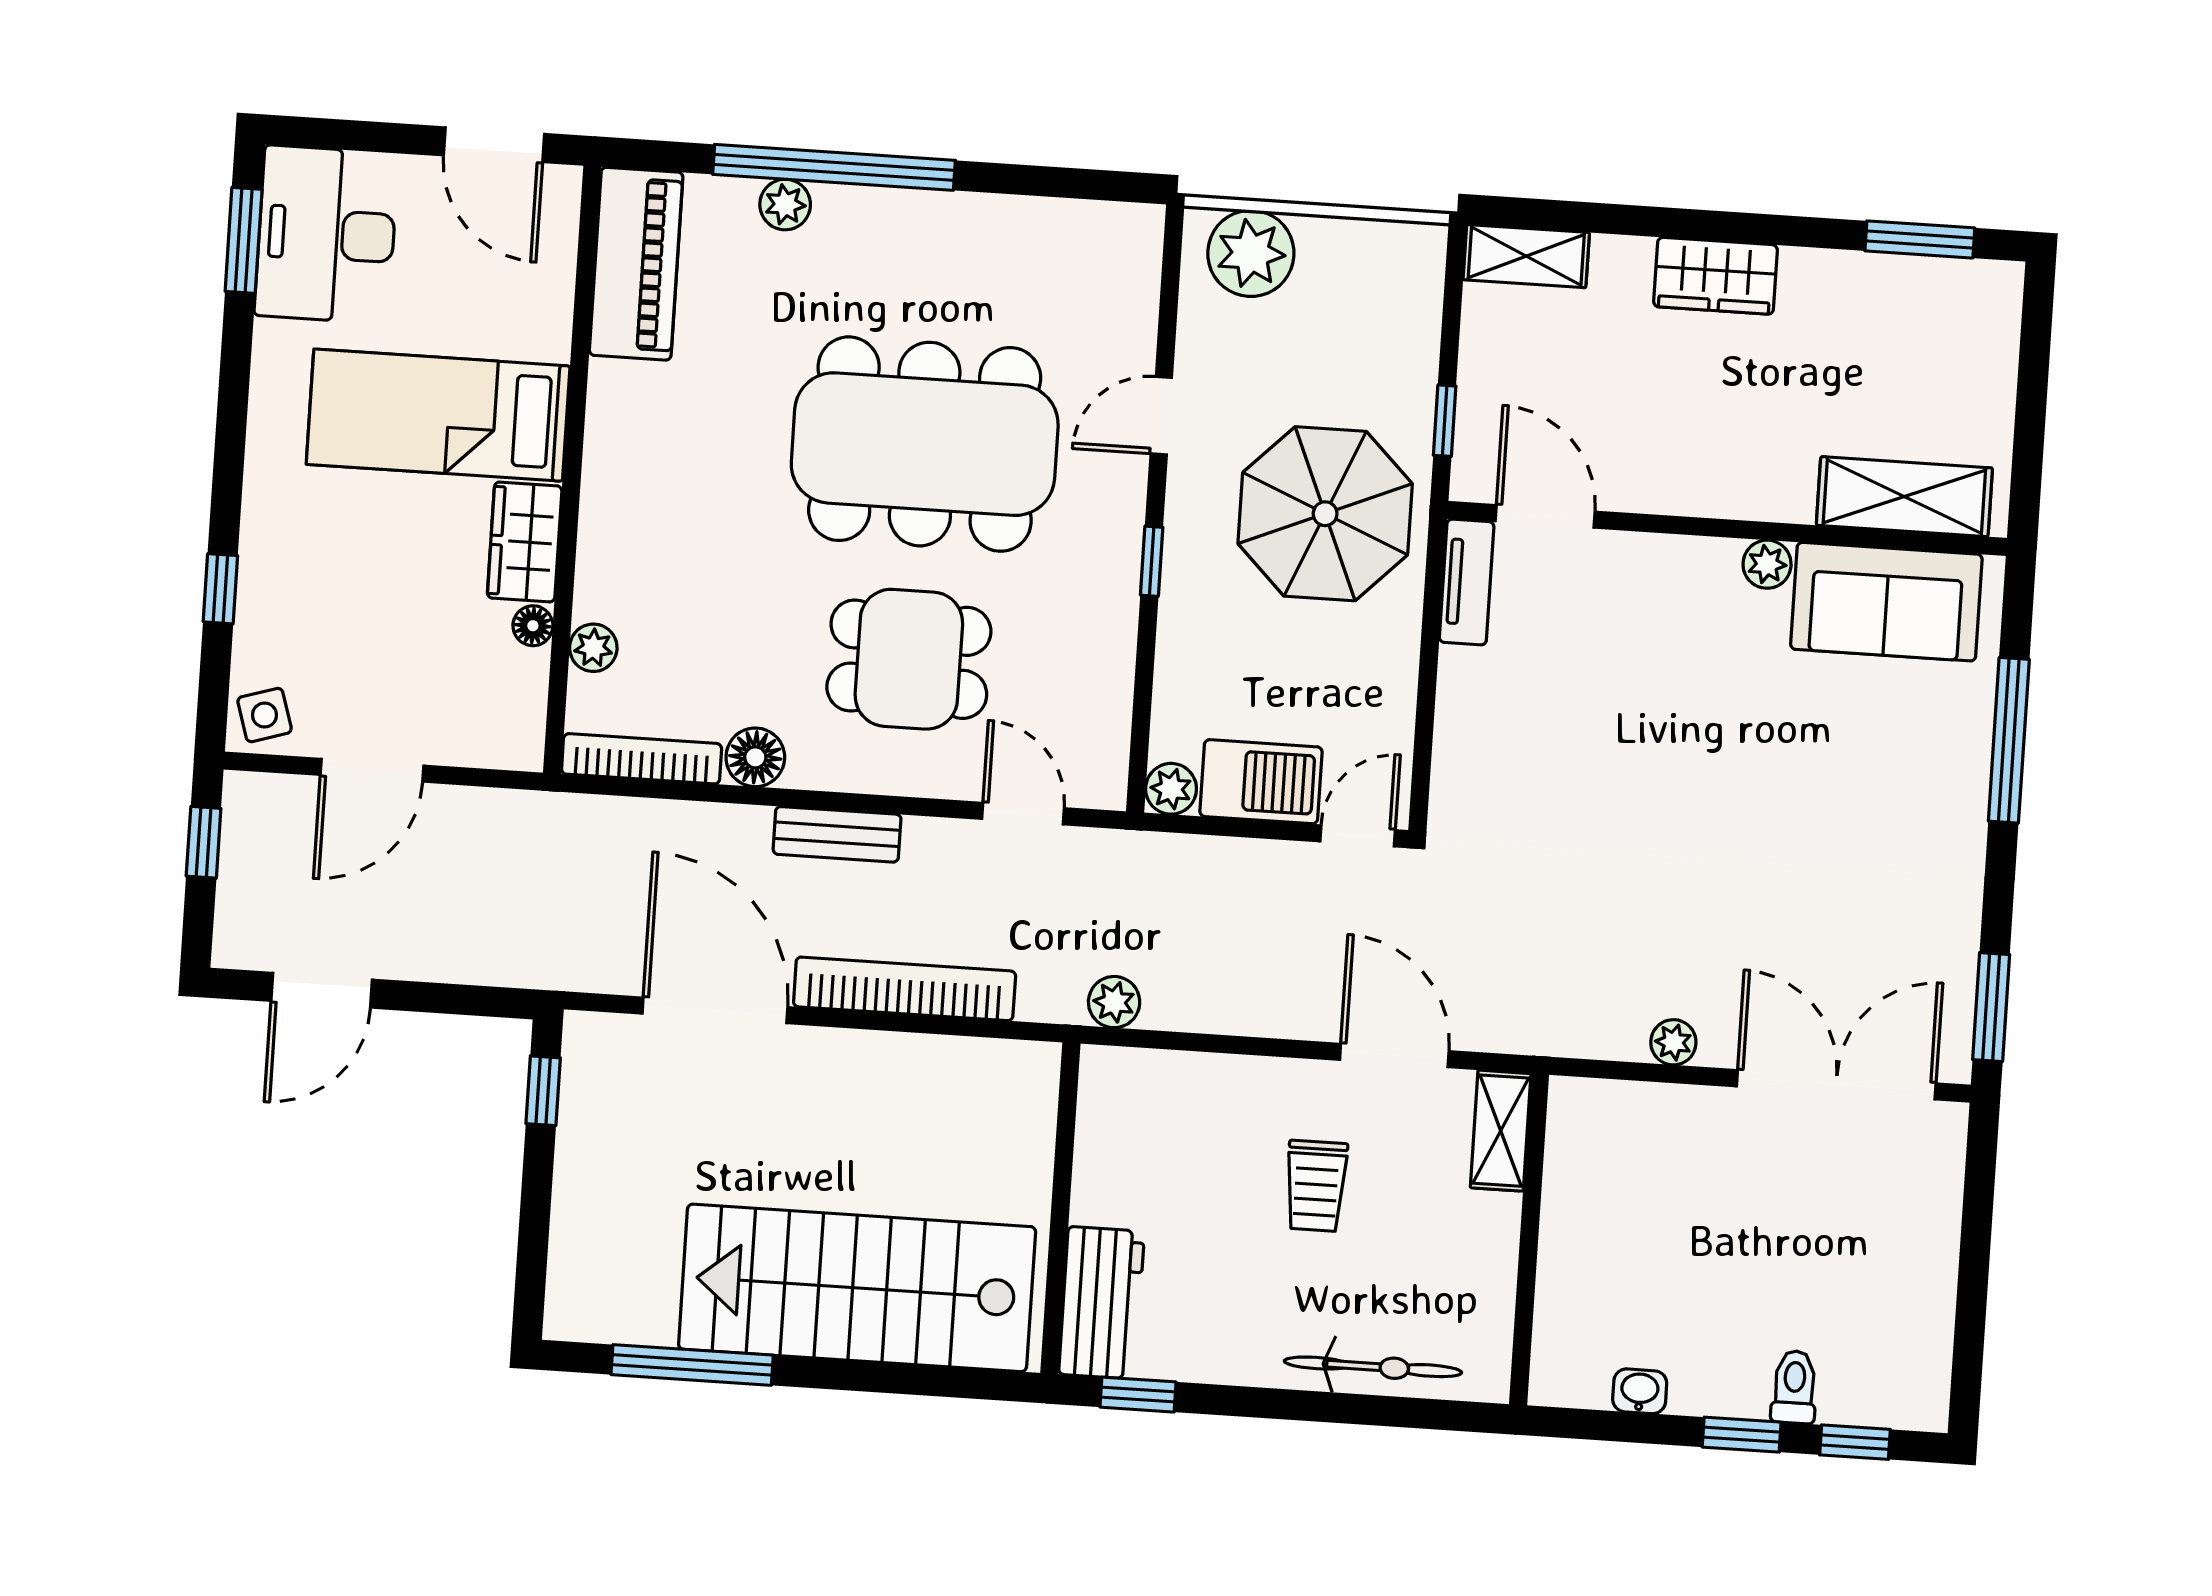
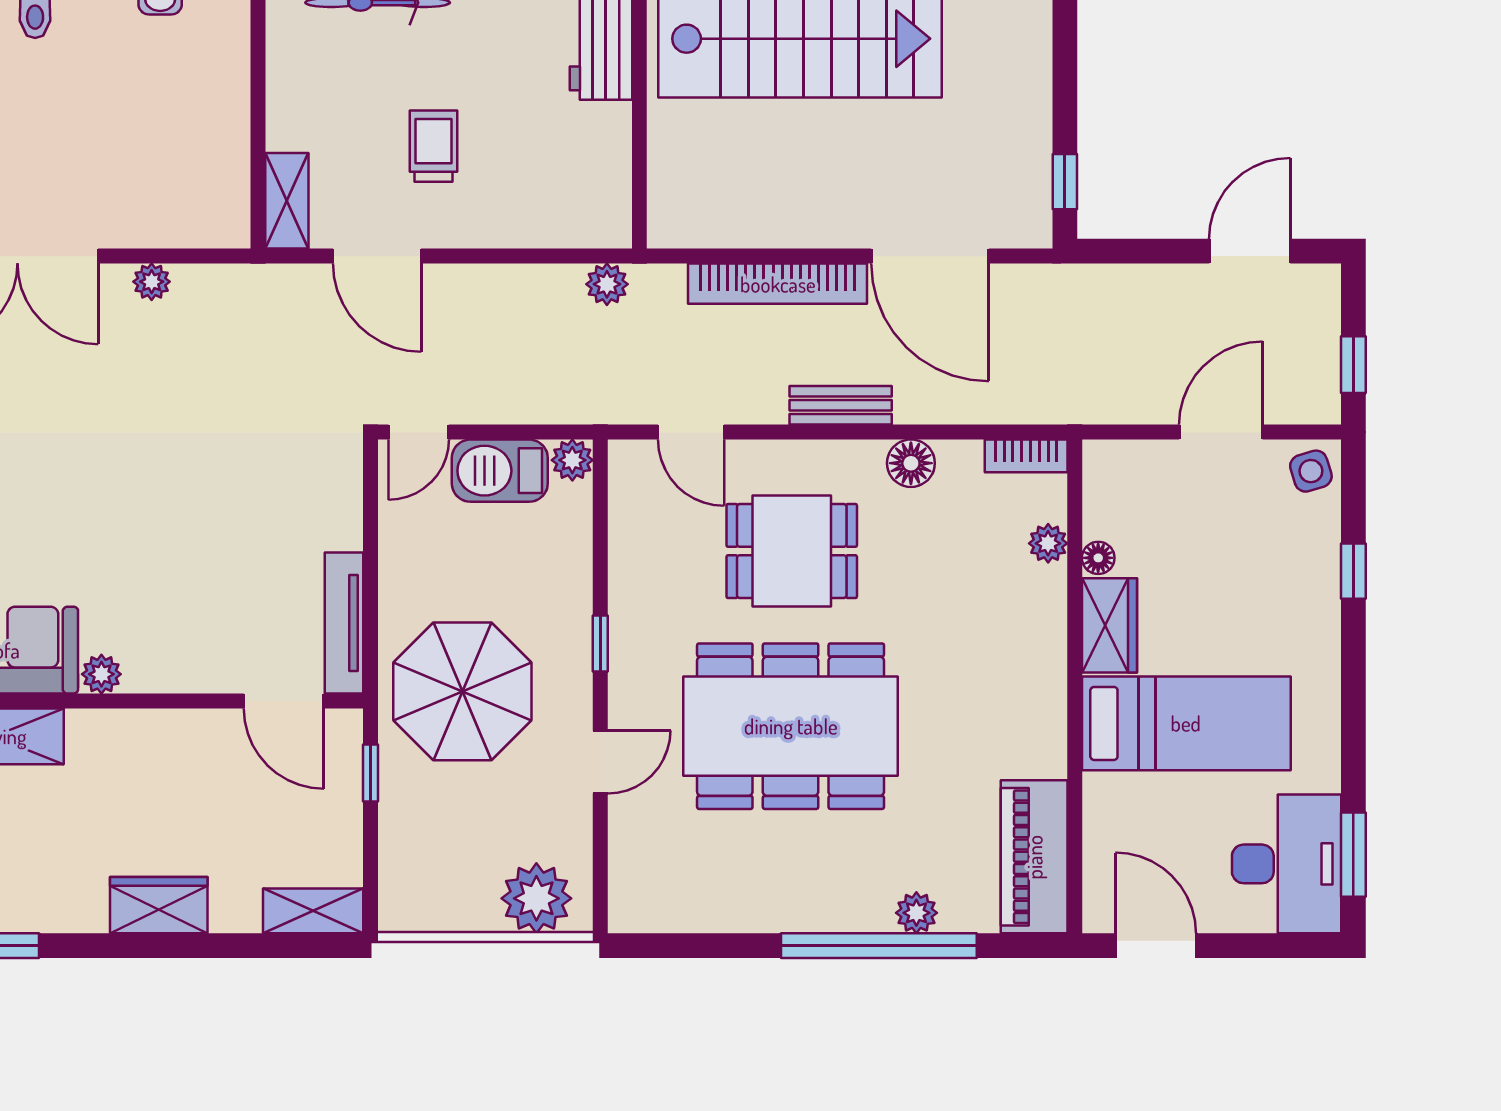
tv unit: (1467, 582) -> (344, 623), width x1.41
bookcase: (642, 759) -> (1026, 456), width x0.64

